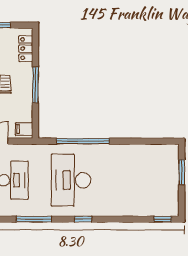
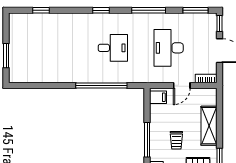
desk: (71, 180) -> (113, 48), width x0.53, depth x0.77
window: (163, 219) -> (41, 10), moved

